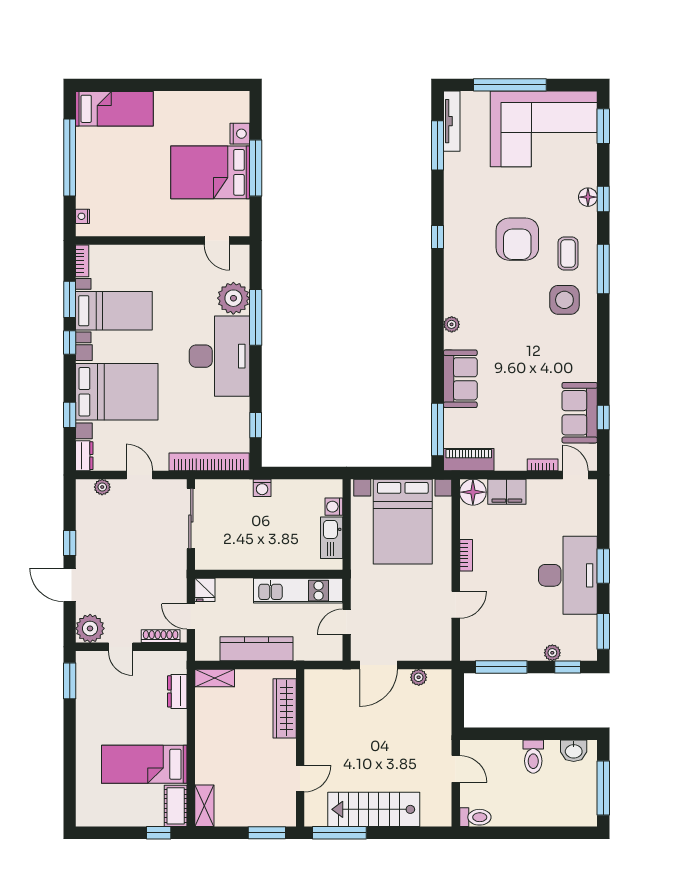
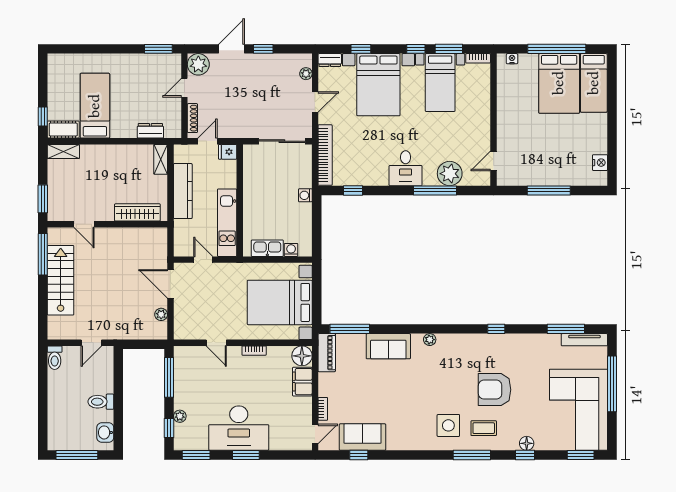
nightstand: (240, 134) -> (600, 163), moved, turned -90
bed: (210, 172) -> (559, 83), moved, turned 180
desk: (219, 356) -> (406, 168), width x0.53, depth x0.77

